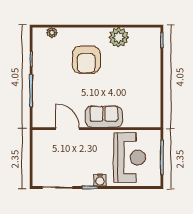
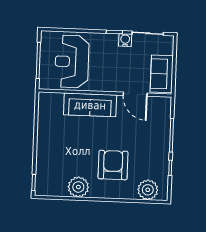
plant: (52, 33) -> (148, 190), width x1.88, depth x1.88
sofa: (104, 117) -> (90, 105), width x1.36
sofa: (43, 149) -> (162, 74), added
water cooler: (100, 180) -> (125, 40), moved

